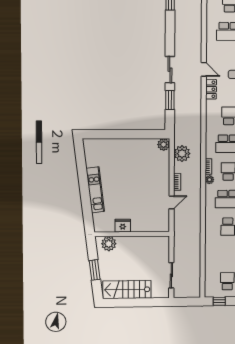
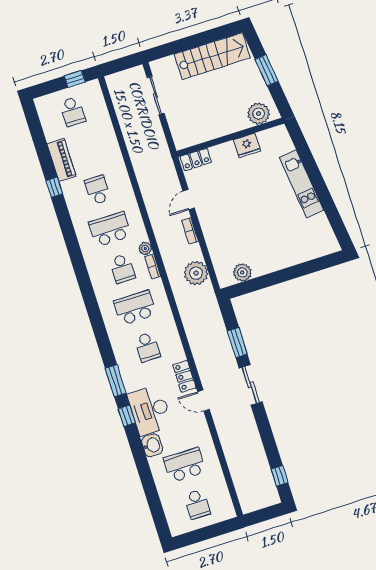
plant: (164, 145) -> (242, 272), moved
locker: (159, 227) -> (196, 159), added

